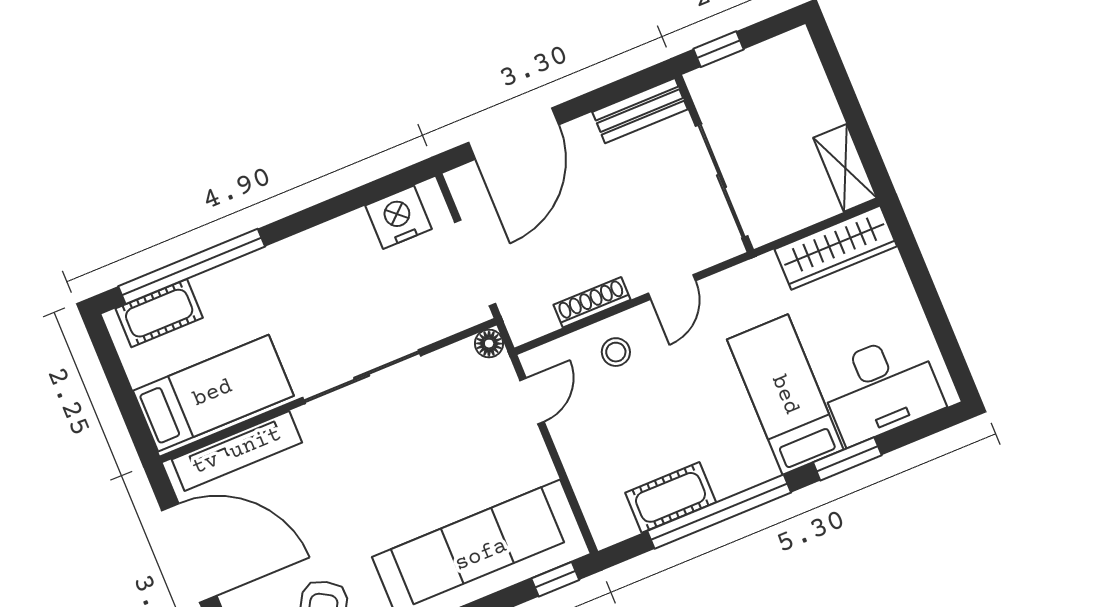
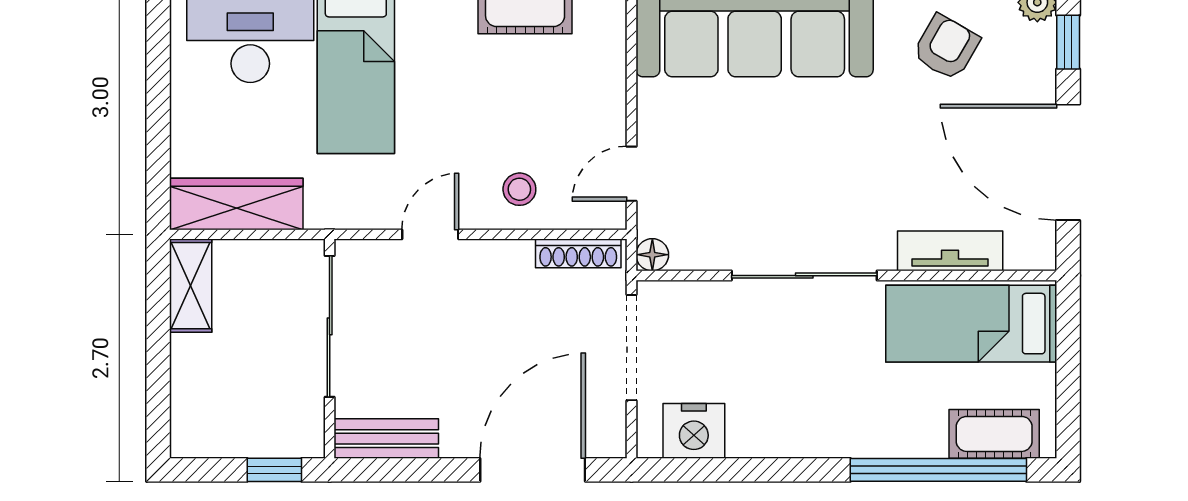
shoe rack: (592, 302) -> (578, 253), moved
tv unit: (237, 451) -> (950, 251), width x0.71

